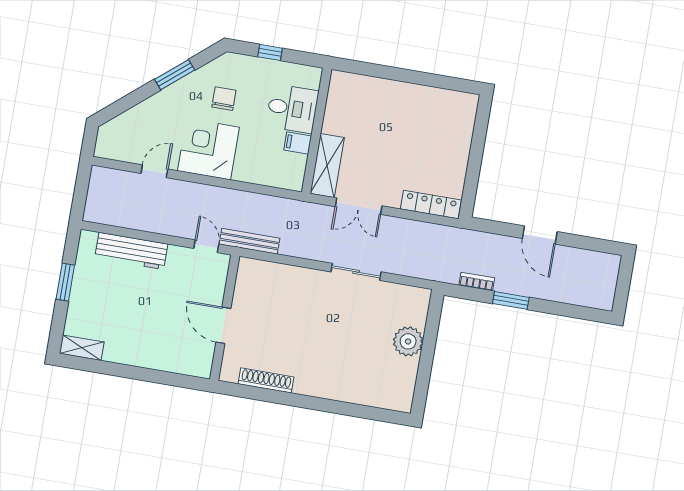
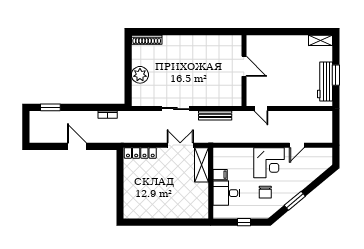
bench: (249, 241) -> (215, 115), moved
workbench: (131, 251) -> (325, 81), moved, turned -90
window: (511, 300) -> (50, 107), moved
shoe rack: (266, 380) -> (147, 40), moved

